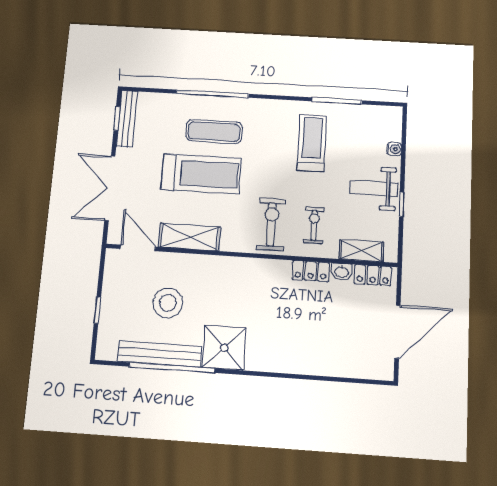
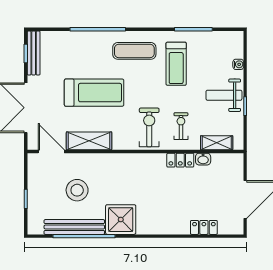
exercise mat: (214, 132) -> (134, 51), moved
treadmill: (312, 143) -> (176, 64), turned 180
locker: (373, 275) -> (204, 227), moved, turned 180

